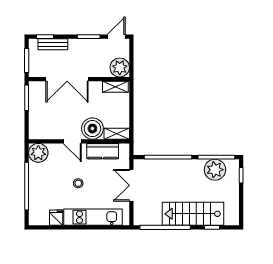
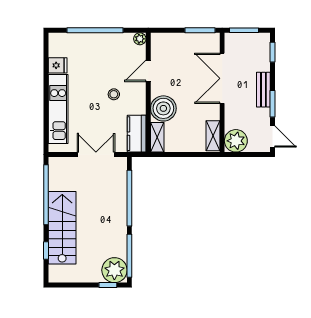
bench: (53, 44) -> (263, 90), moved
door: (72, 141) -> (148, 71), moved
kitchen counter: (103, 151) -> (137, 134), moved
plant: (38, 153) -> (140, 39), width x0.53, depth x0.53
plant: (215, 170) -> (114, 270), moved
stool: (78, 183) -> (114, 94), moved

